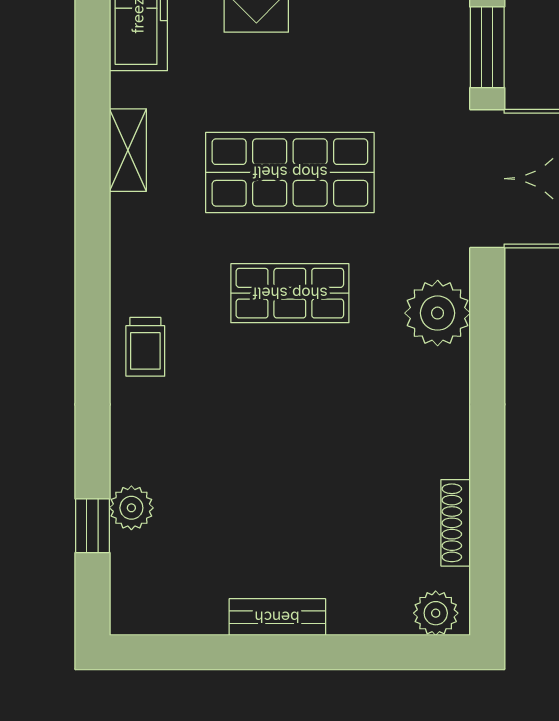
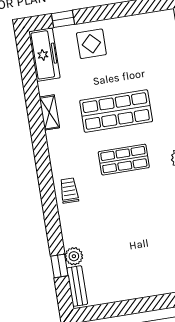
trolley: (145, 347) -> (69, 191), turned 180
bench: (277, 617) -> (77, 286), moved, turned 90

